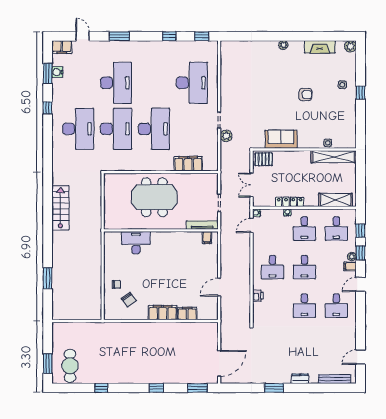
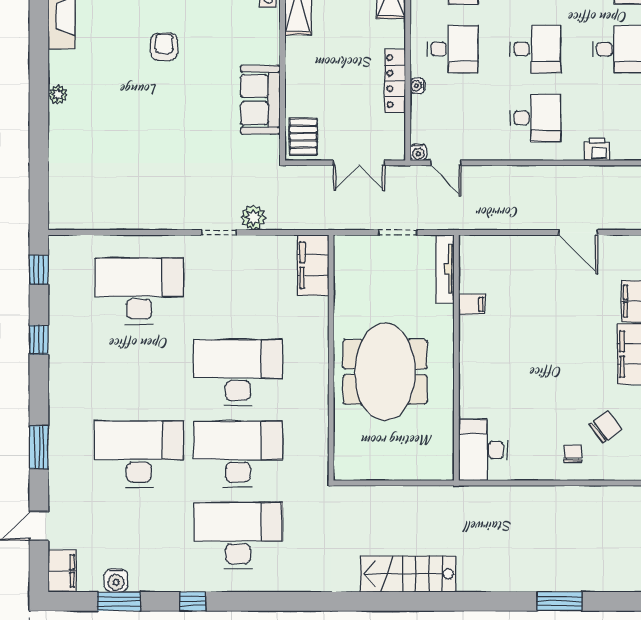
filing cabinet: (188, 164) -> (313, 265), moved
filing cabinet: (207, 238) -> (472, 304), moved
desk: (136, 243) -> (483, 450), moved

